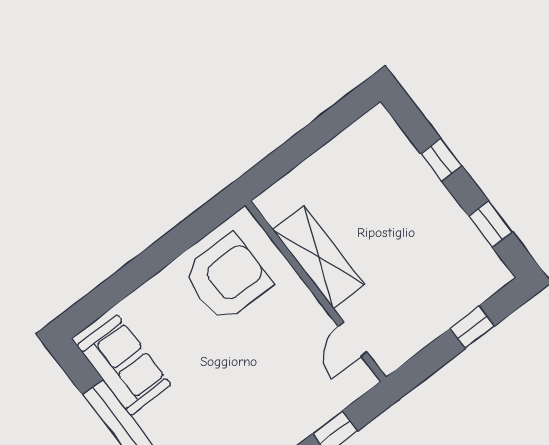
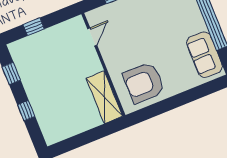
shelving: (319, 257) -> (104, 97), moved

